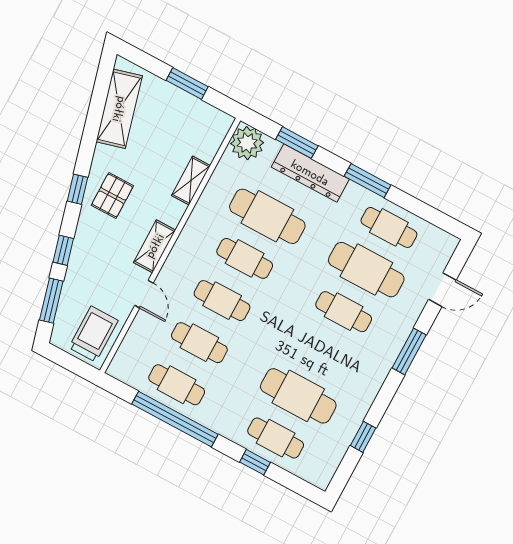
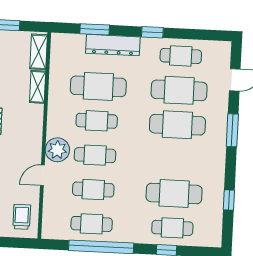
plant: (247, 143) -> (57, 150), moved
window: (368, 181) -> (152, 32), width x0.67
shelving: (155, 246) -> (39, 52), moved
door: (144, 294) -> (42, 175), swing flipped
cafe table: (344, 312) -> (177, 125), width x1.37, depth x1.35
trolley: (93, 334) -> (22, 217), width x0.73, depth x0.72

